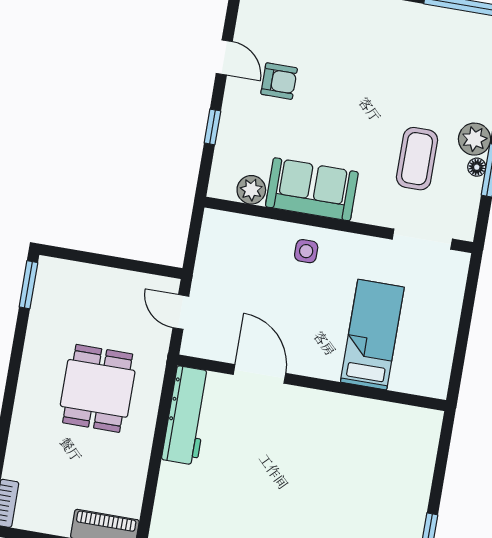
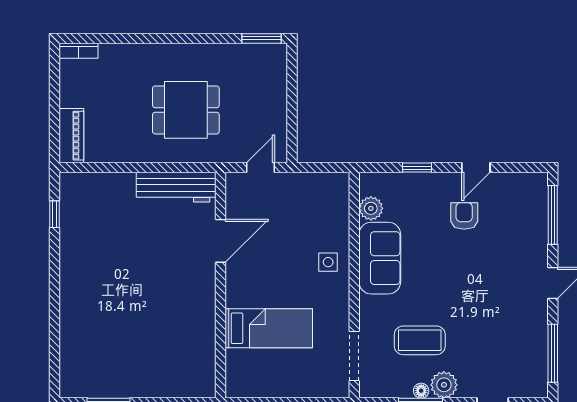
armchair: (279, 81) -> (464, 216), turned 180

